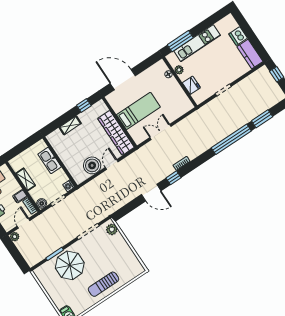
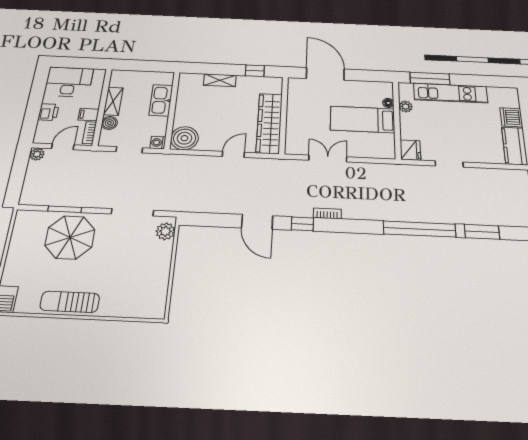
fridge: (191, 85) -> (410, 150), moved
bed: (138, 111) -> (363, 119), moved, turned 180
boiler: (92, 165) -> (184, 138), moved
boiler: (42, 203) -> (109, 123), moved
sun lounger: (104, 284) -> (70, 302), moved

